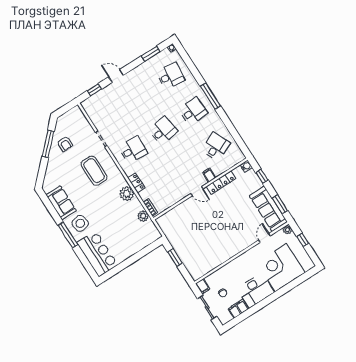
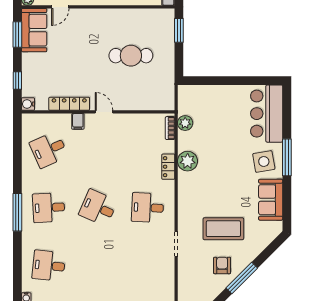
desk: (163, 131) -> (98, 208), turned 33
coffee table: (94, 171) -> (223, 229), moved, turned 90
sofa: (268, 209) -> (34, 30), width x0.73
cafe table: (202, 236) -> (131, 56), added
window: (175, 258) -> (179, 30), moved

